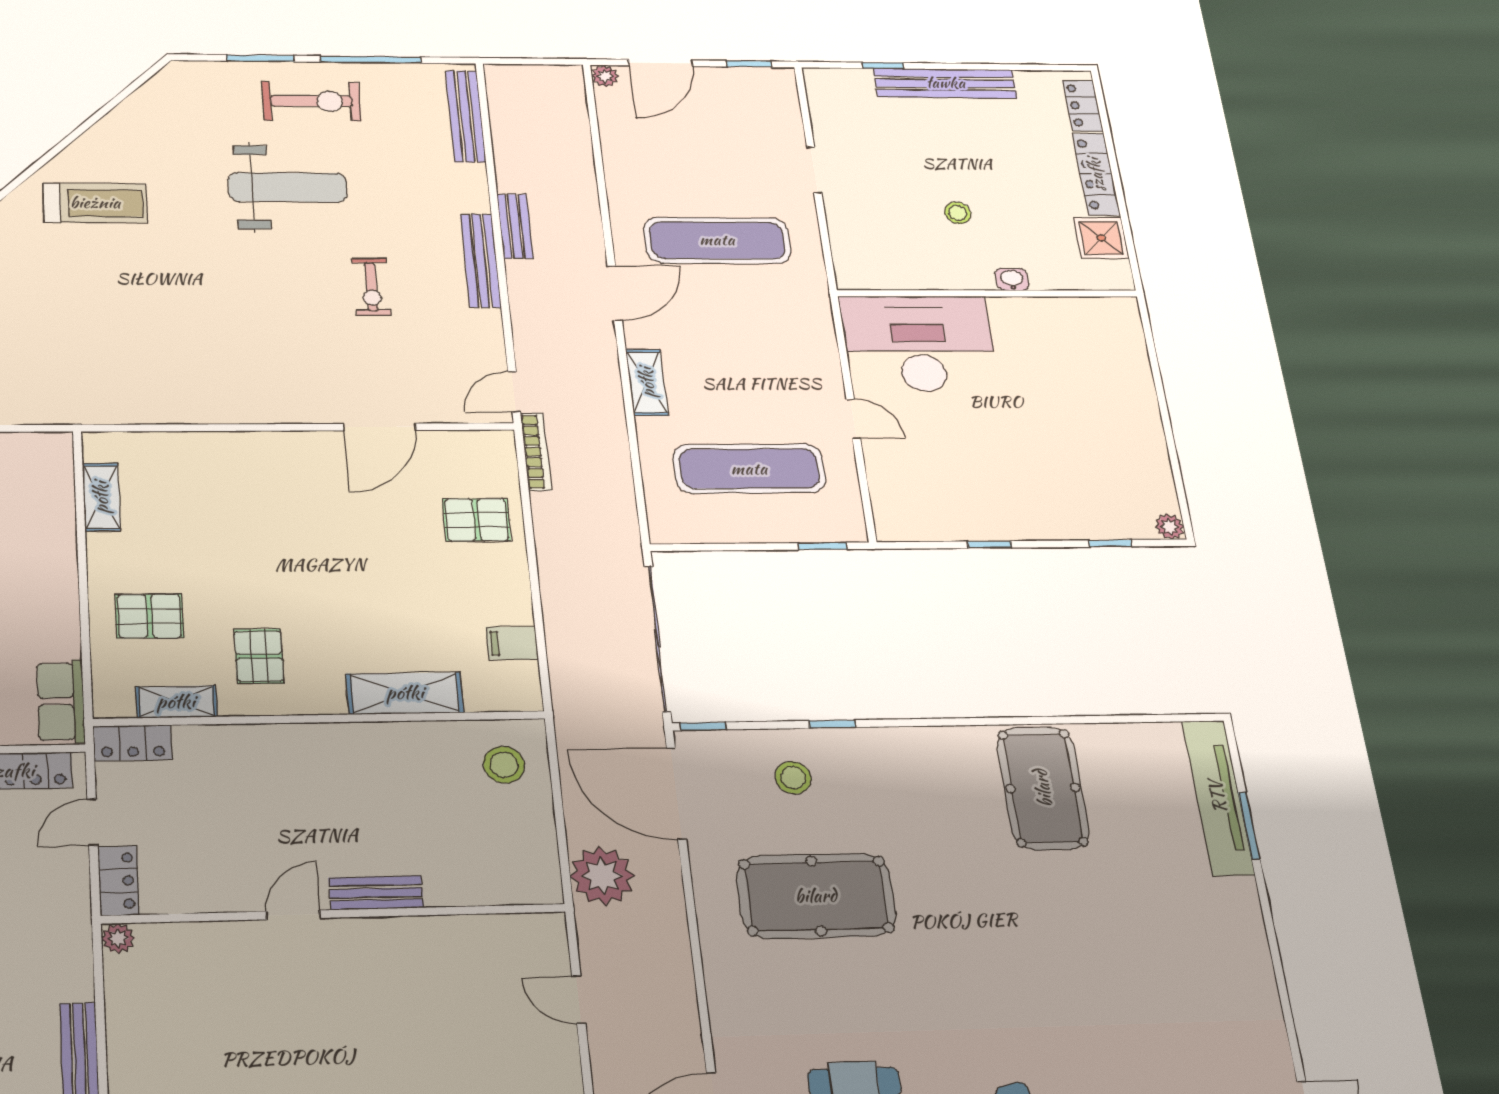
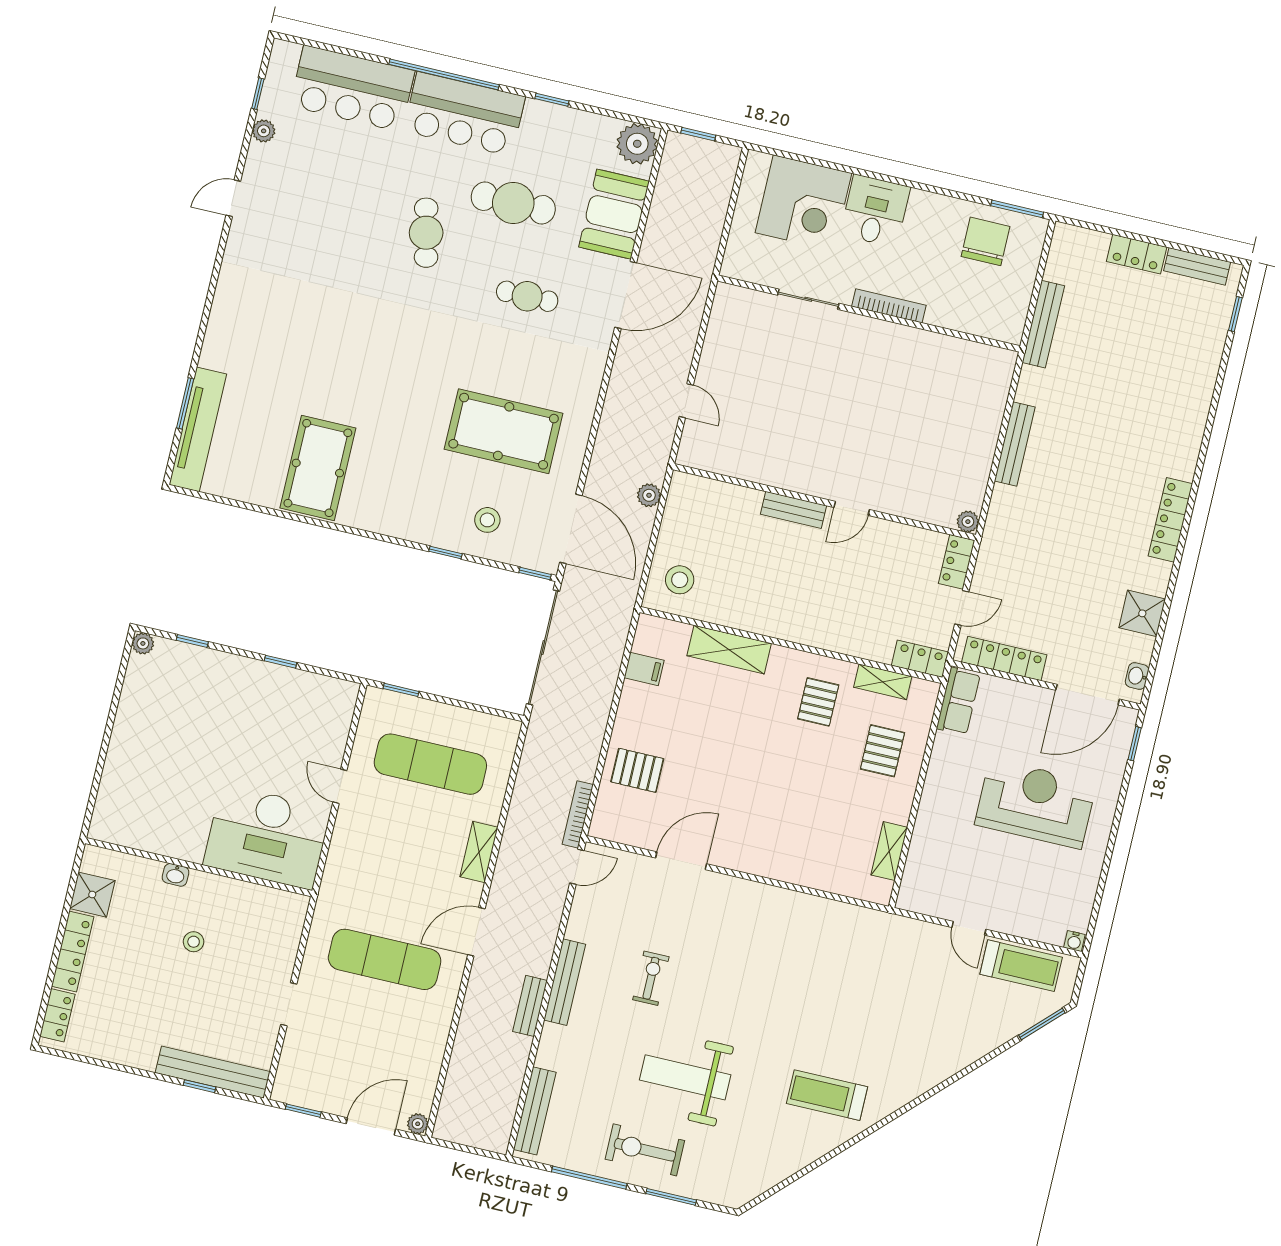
bench: (945, 83) -> (213, 1072), moved
pallet: (149, 616) -> (882, 751), turned 90
plant: (602, 876) -> (649, 495), width x0.53, depth x0.53

